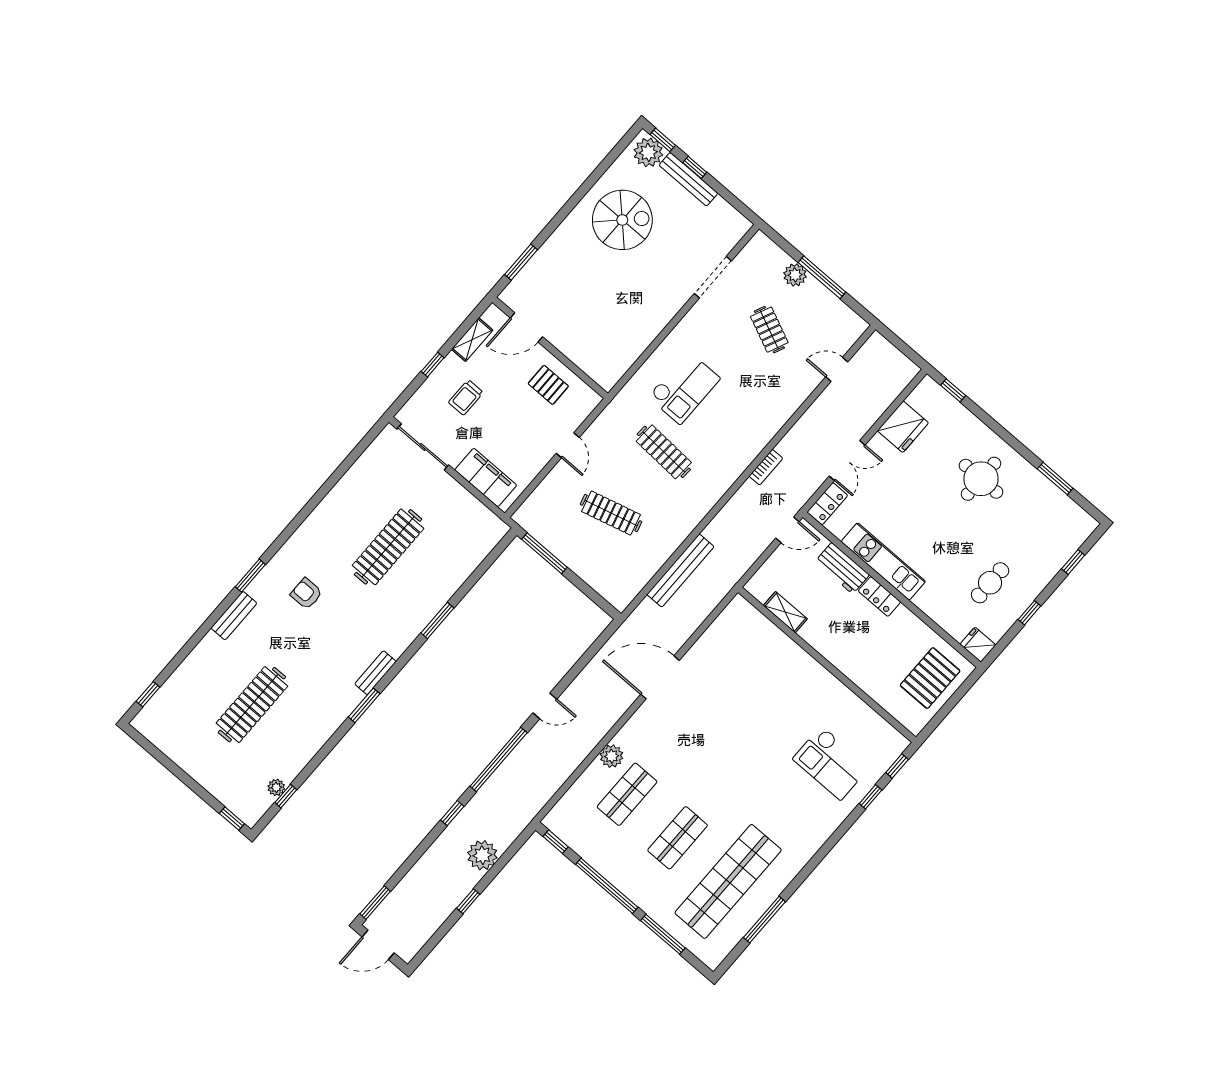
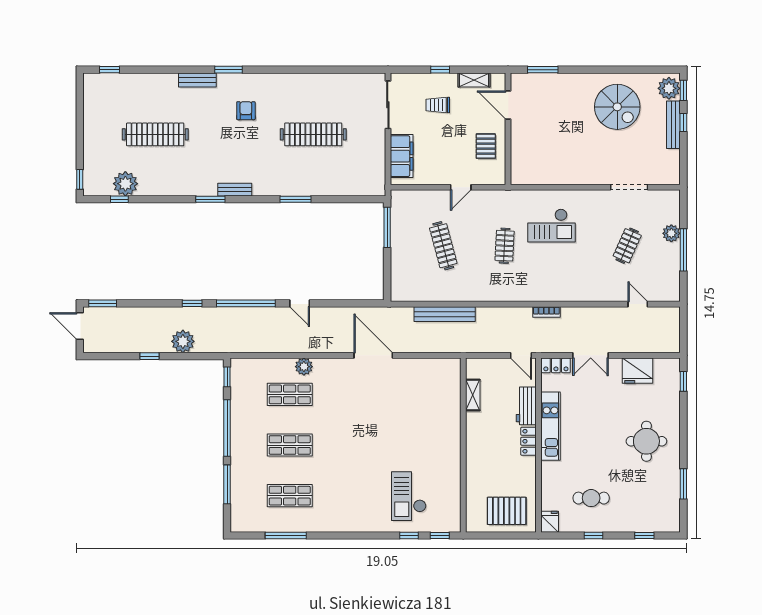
clothes rail: (664, 452) -> (505, 246), width x0.73
plant: (276, 787) -> (125, 184), width x1.88, depth x1.88
shop shelf: (728, 881) -> (290, 496), width x0.50, depth x0.74

